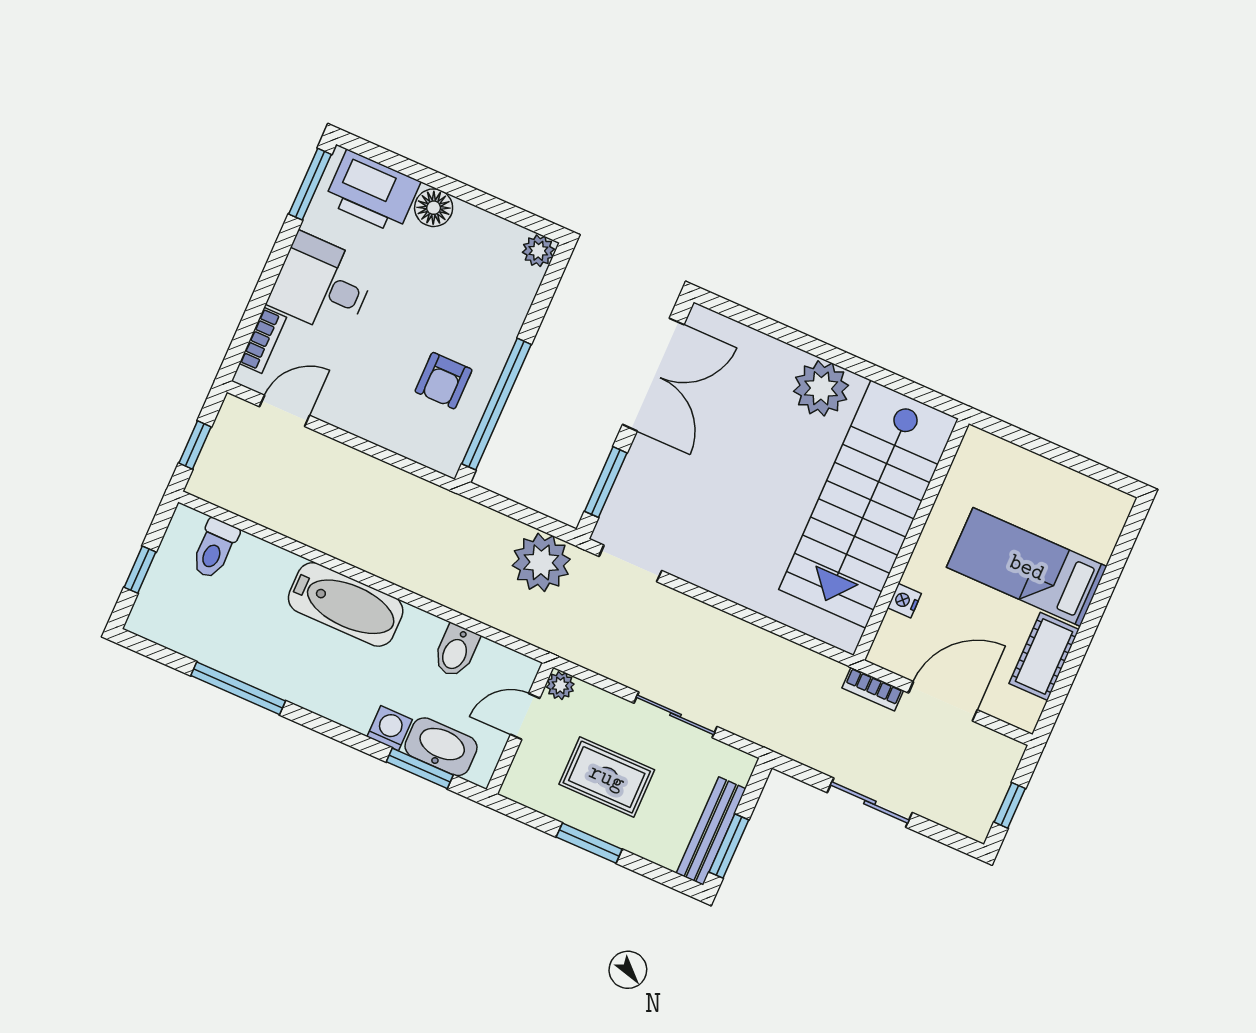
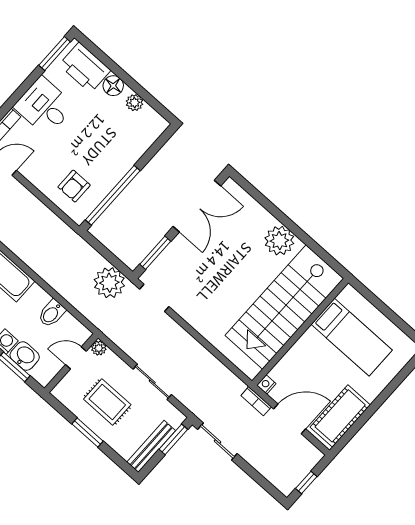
plant: (538, 251) -> (134, 103), moved
armchair: (444, 381) -> (74, 186), moved
bed: (1027, 567) -> (352, 337), moved, turned 180
nightstand: (904, 601) -> (266, 384), moved
cot: (1044, 656) -> (340, 416), width x1.37, depth x1.34
washbasin: (441, 747) -> (25, 356), width x0.72
sliding door: (870, 803) -> (217, 441), moved
window: (729, 846) -> (173, 439), moved

